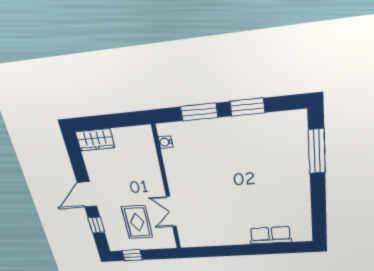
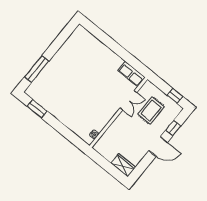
window: (247, 107) -> (37, 109), moved
window: (199, 112) -> (66, 133), removed
row of seats: (270, 235) -> (132, 74), moved

